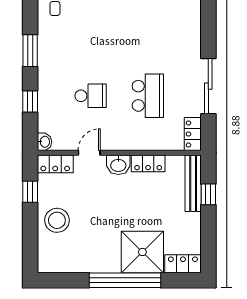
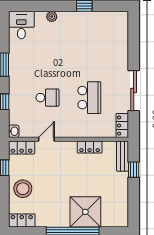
washbasin: (118, 165) -> (68, 148), removed
bench: (193, 183) -> (122, 156), width x0.73
locker: (183, 264) -> (22, 220), moved

